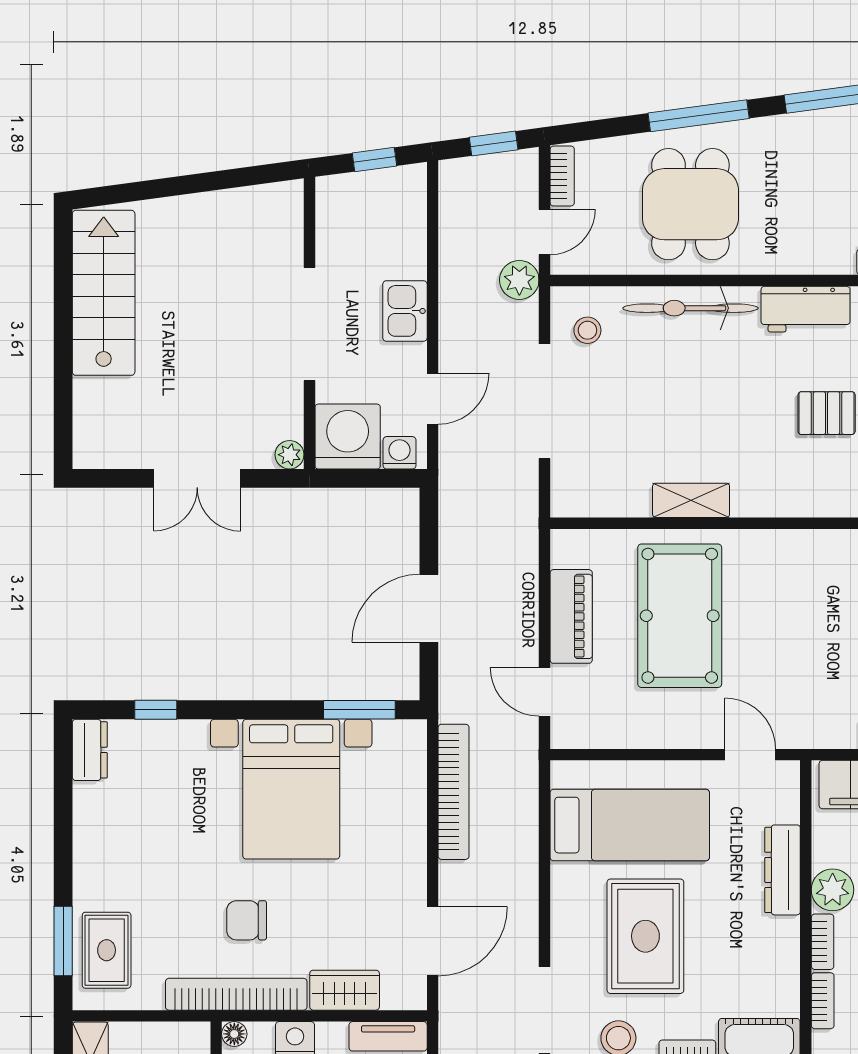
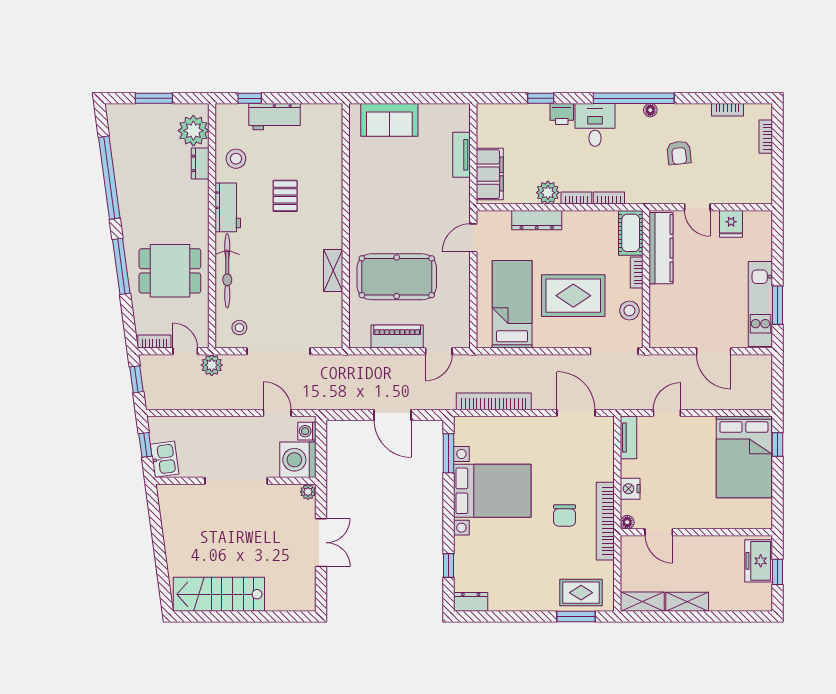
kitchen sink: (405, 311) -> (165, 459), moved, turned -98
wardrobe: (345, 990) -> (603, 461), removed

